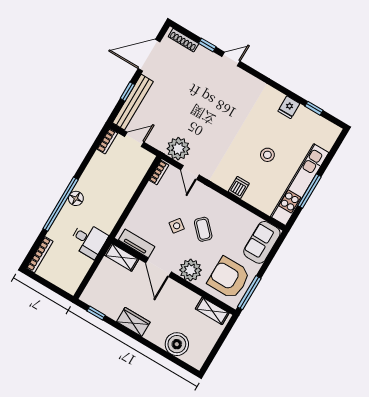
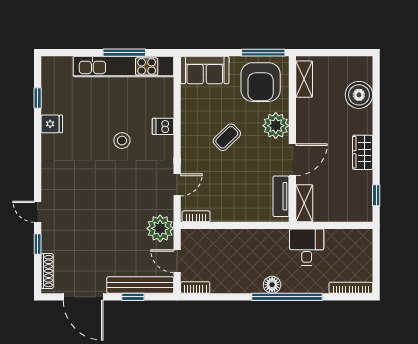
plant: (178, 149) -> (160, 228), moved
stool: (267, 155) -> (122, 141), moved
side table: (177, 226) -> (239, 166), removed

